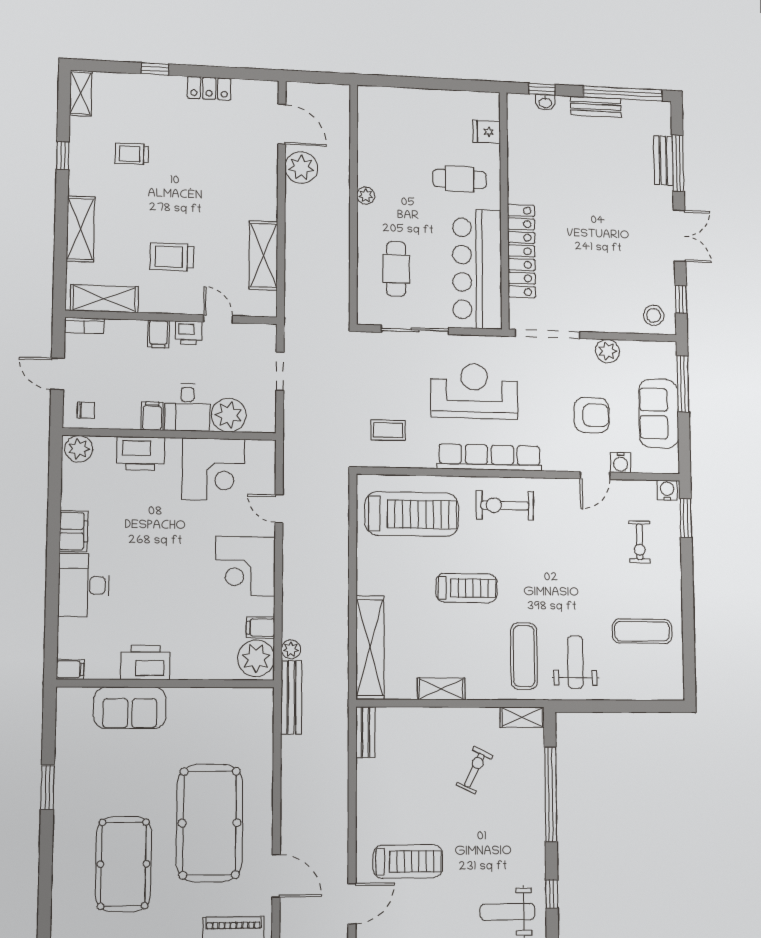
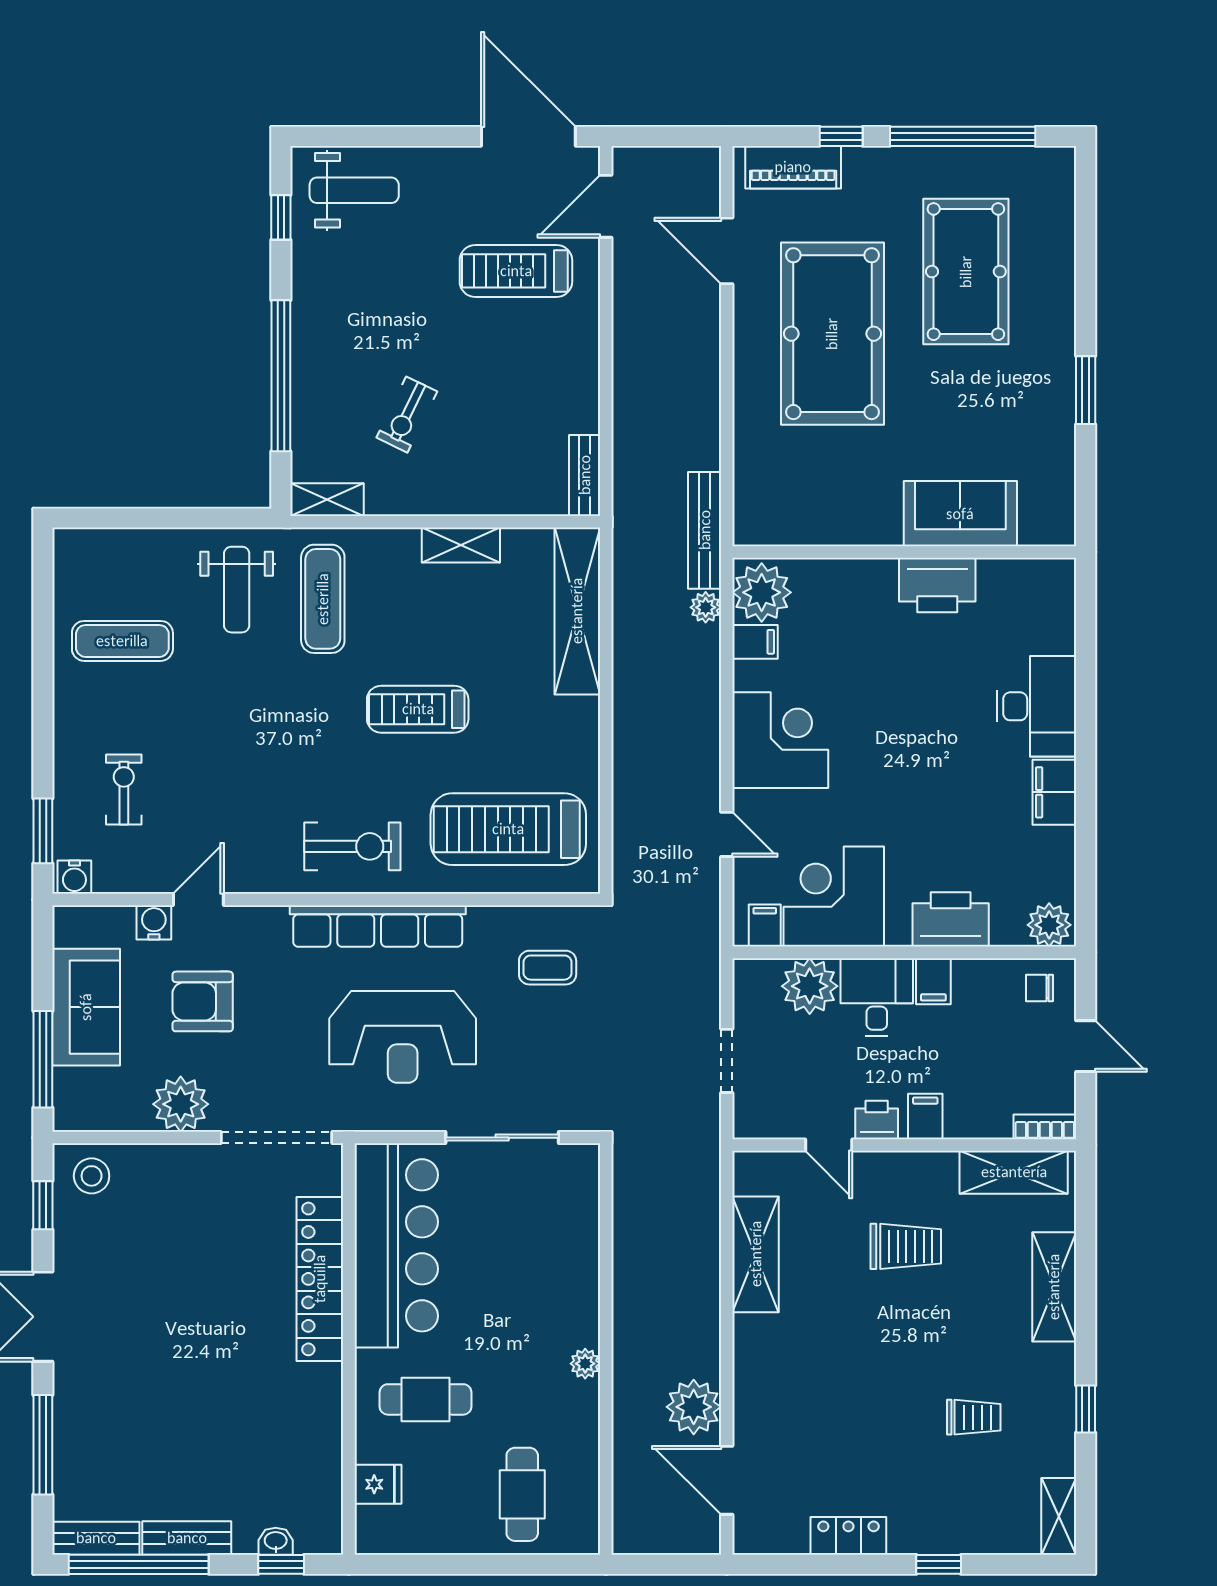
bench: (663, 161) -> (96, 1538), moved, turned 90
cafe table: (396, 269) -> (522, 1494), moved
plant: (607, 351) -> (181, 1104), width x1.36, depth x1.36
filing cabinet: (70, 669) -> (765, 926), moved, turned 90

